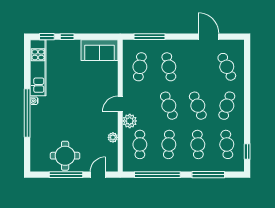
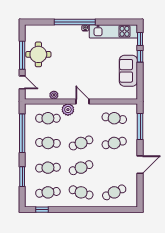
door: (209, 37) -> (140, 165), moved
sofa: (99, 50) -> (128, 71), moved
window: (208, 175) -> (22, 177), width x0.69

